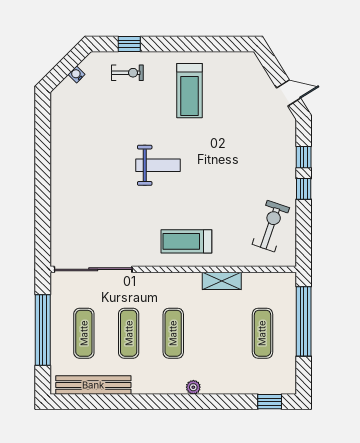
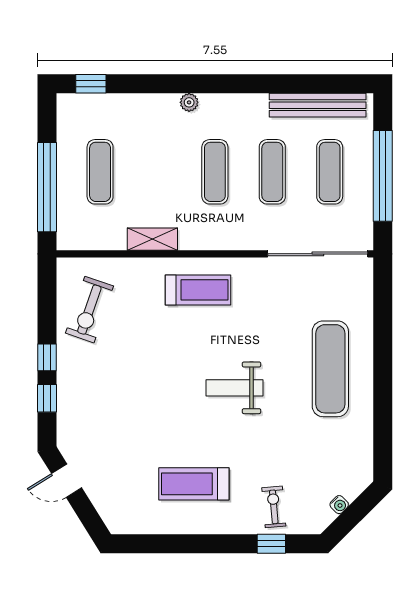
exercise bike: (127, 73) -> (274, 507), turned 85
treadmill: (190, 91) -> (194, 484), turned -90
exercise mat: (83, 180) -> (330, 369), added

